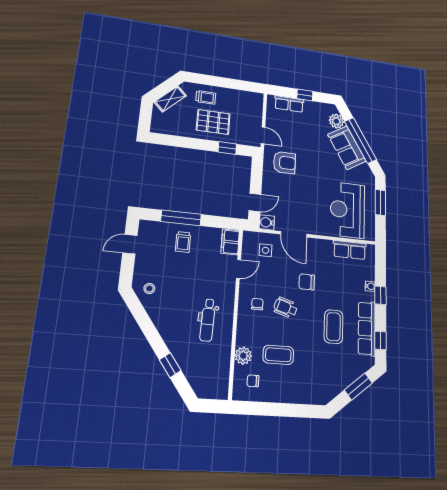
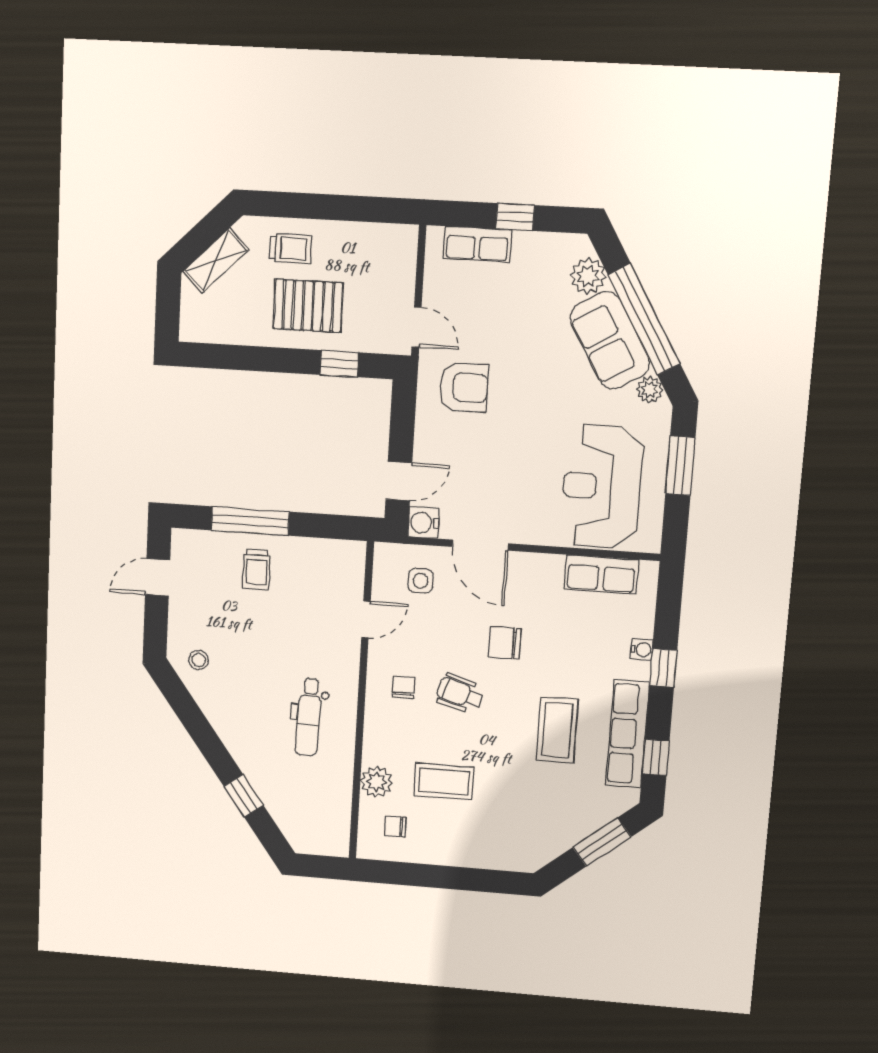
plant: (365, 169) -> (650, 390), added
filing cabinet: (230, 242) -> (349, 566), removed

